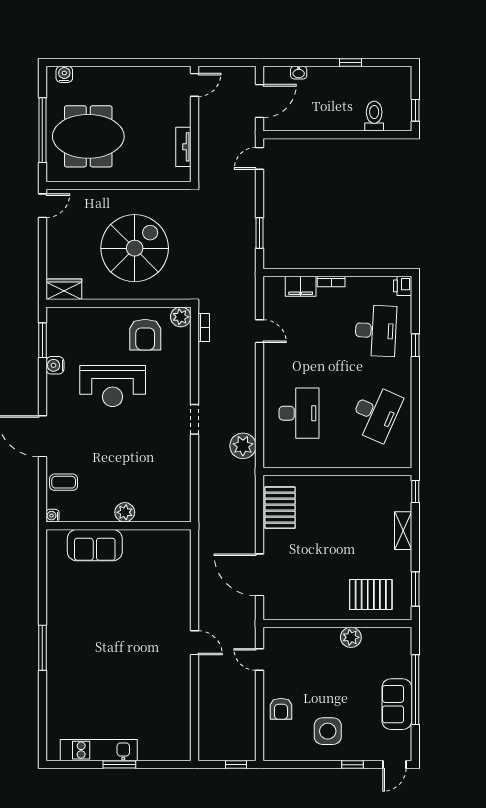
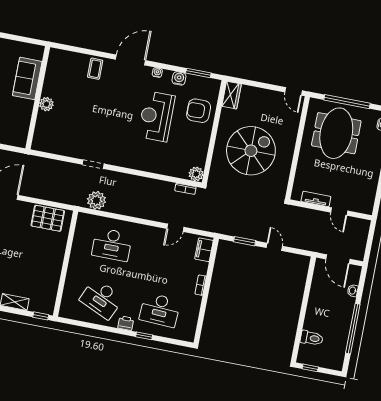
window: (351, 62) -> (353, 329), width x3.17
door: (194, 85) -> (339, 212), moved
door: (260, 158) -> (274, 247), moved
spiral stairs: (135, 248) -> (251, 151), turned -90
filing cabinet: (301, 286) -> (204, 250), moved
printer: (403, 286) -> (126, 323), moved
armchair: (145, 335) -> (199, 111), moved
doorway: (194, 419) -> (93, 164), moved
plant: (125, 512) -> (46, 104), moved
water cooler: (53, 516) -> (157, 73), moved
wall: (118, 526) -> (38, 98), moved
sofa: (95, 545) -> (27, 78), moved

